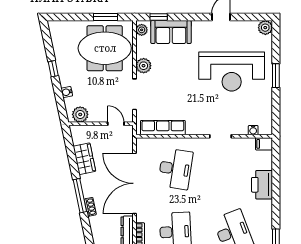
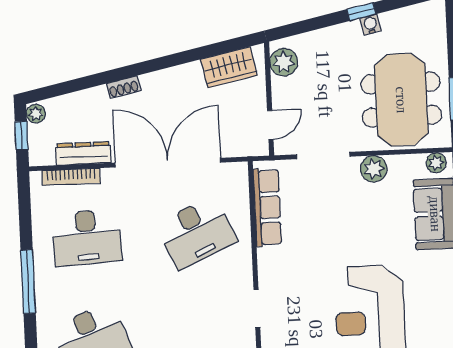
water cooler: (67, 92) -> (371, 24), moved
wardrobe: (84, 159) -> (229, 67), moved
desk: (175, 169) -> (196, 233), turned -33
window: (80, 196) -> (142, 68), removed

